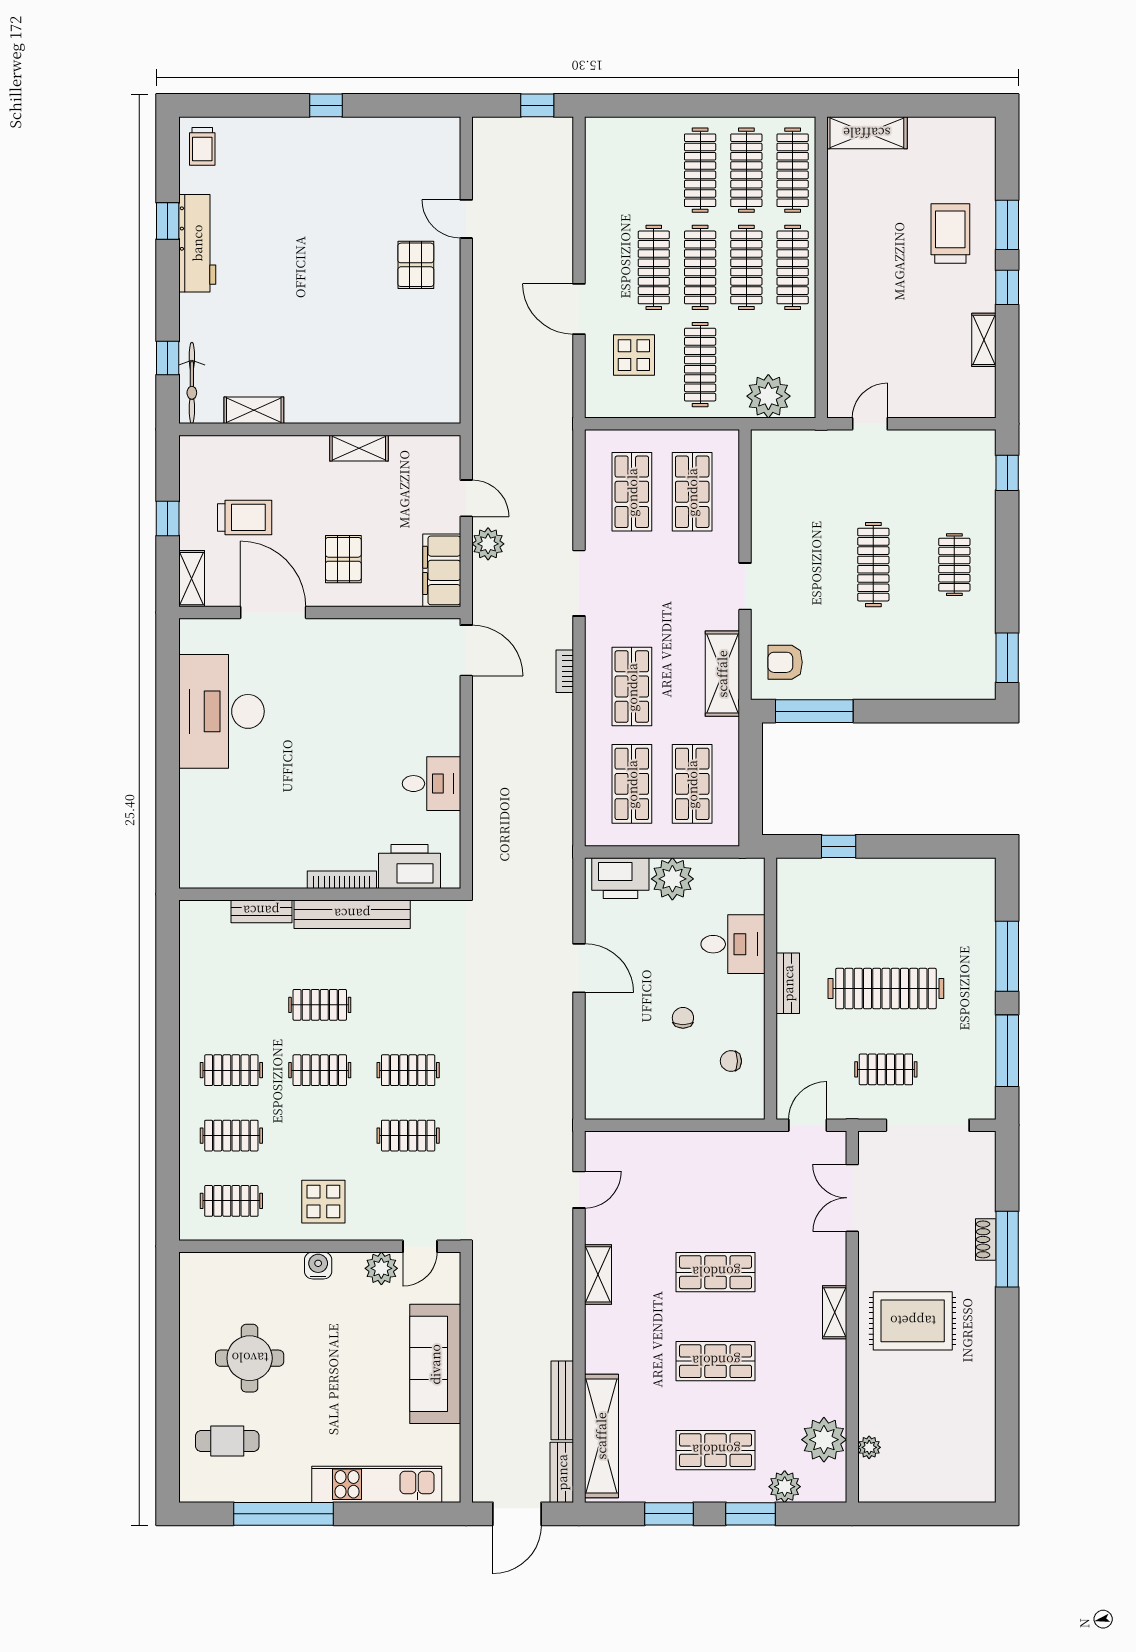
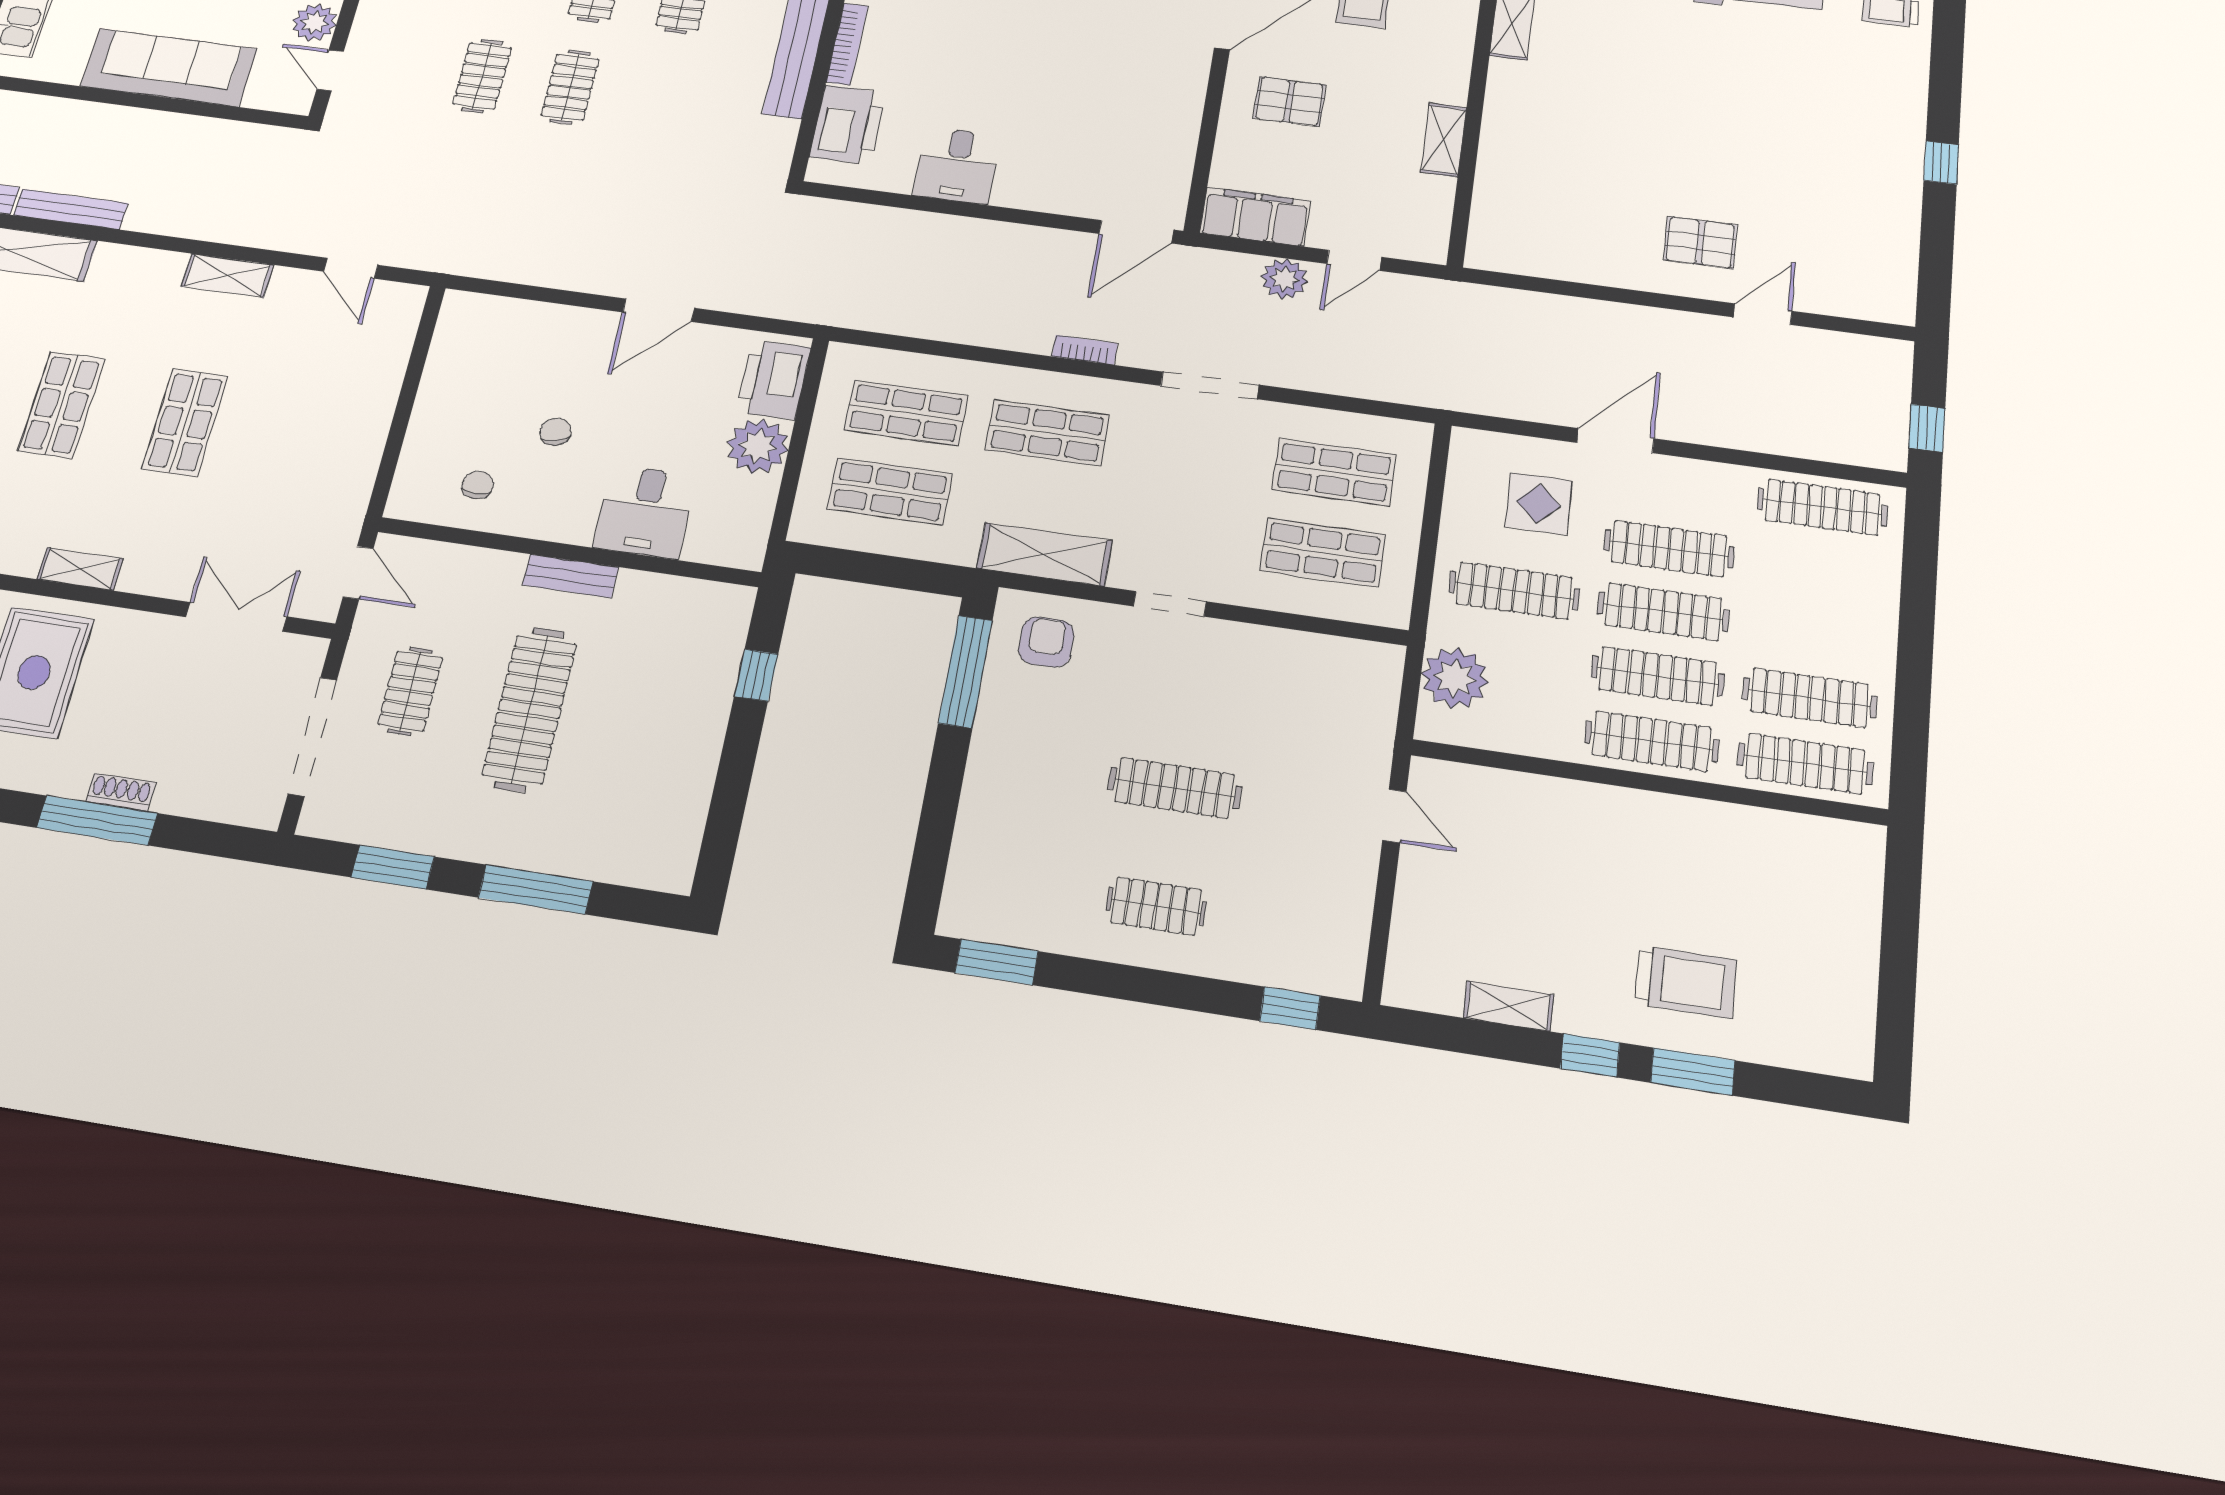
shelving: (867, 133) -> (1858, 881), removed
clothes rail: (700, 170) -> (1823, 507), moved
chair: (683, 1018) -> (555, 432), turned -105
window: (1007, 1051) -> (393, 867), width x0.69

